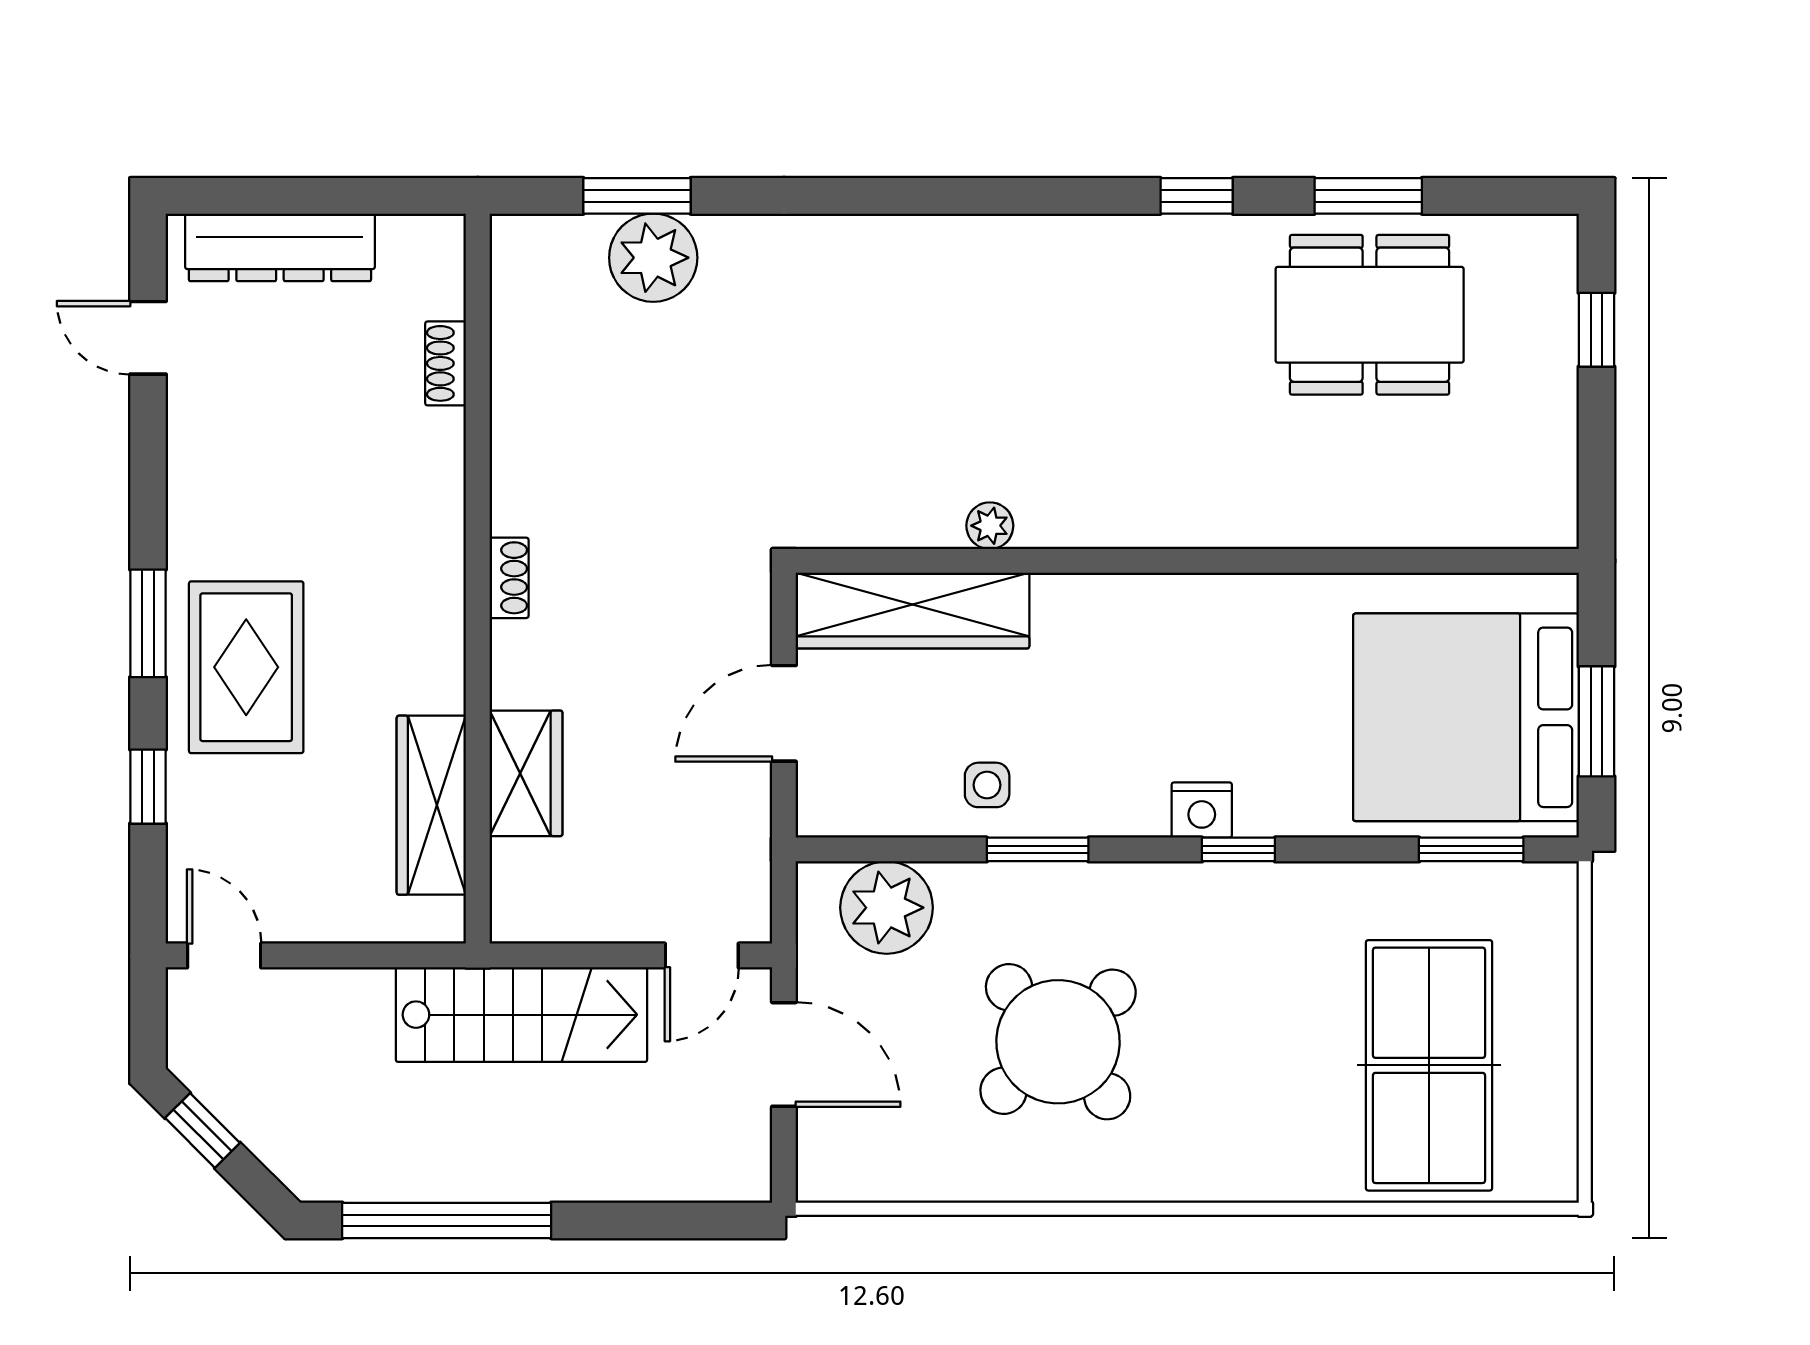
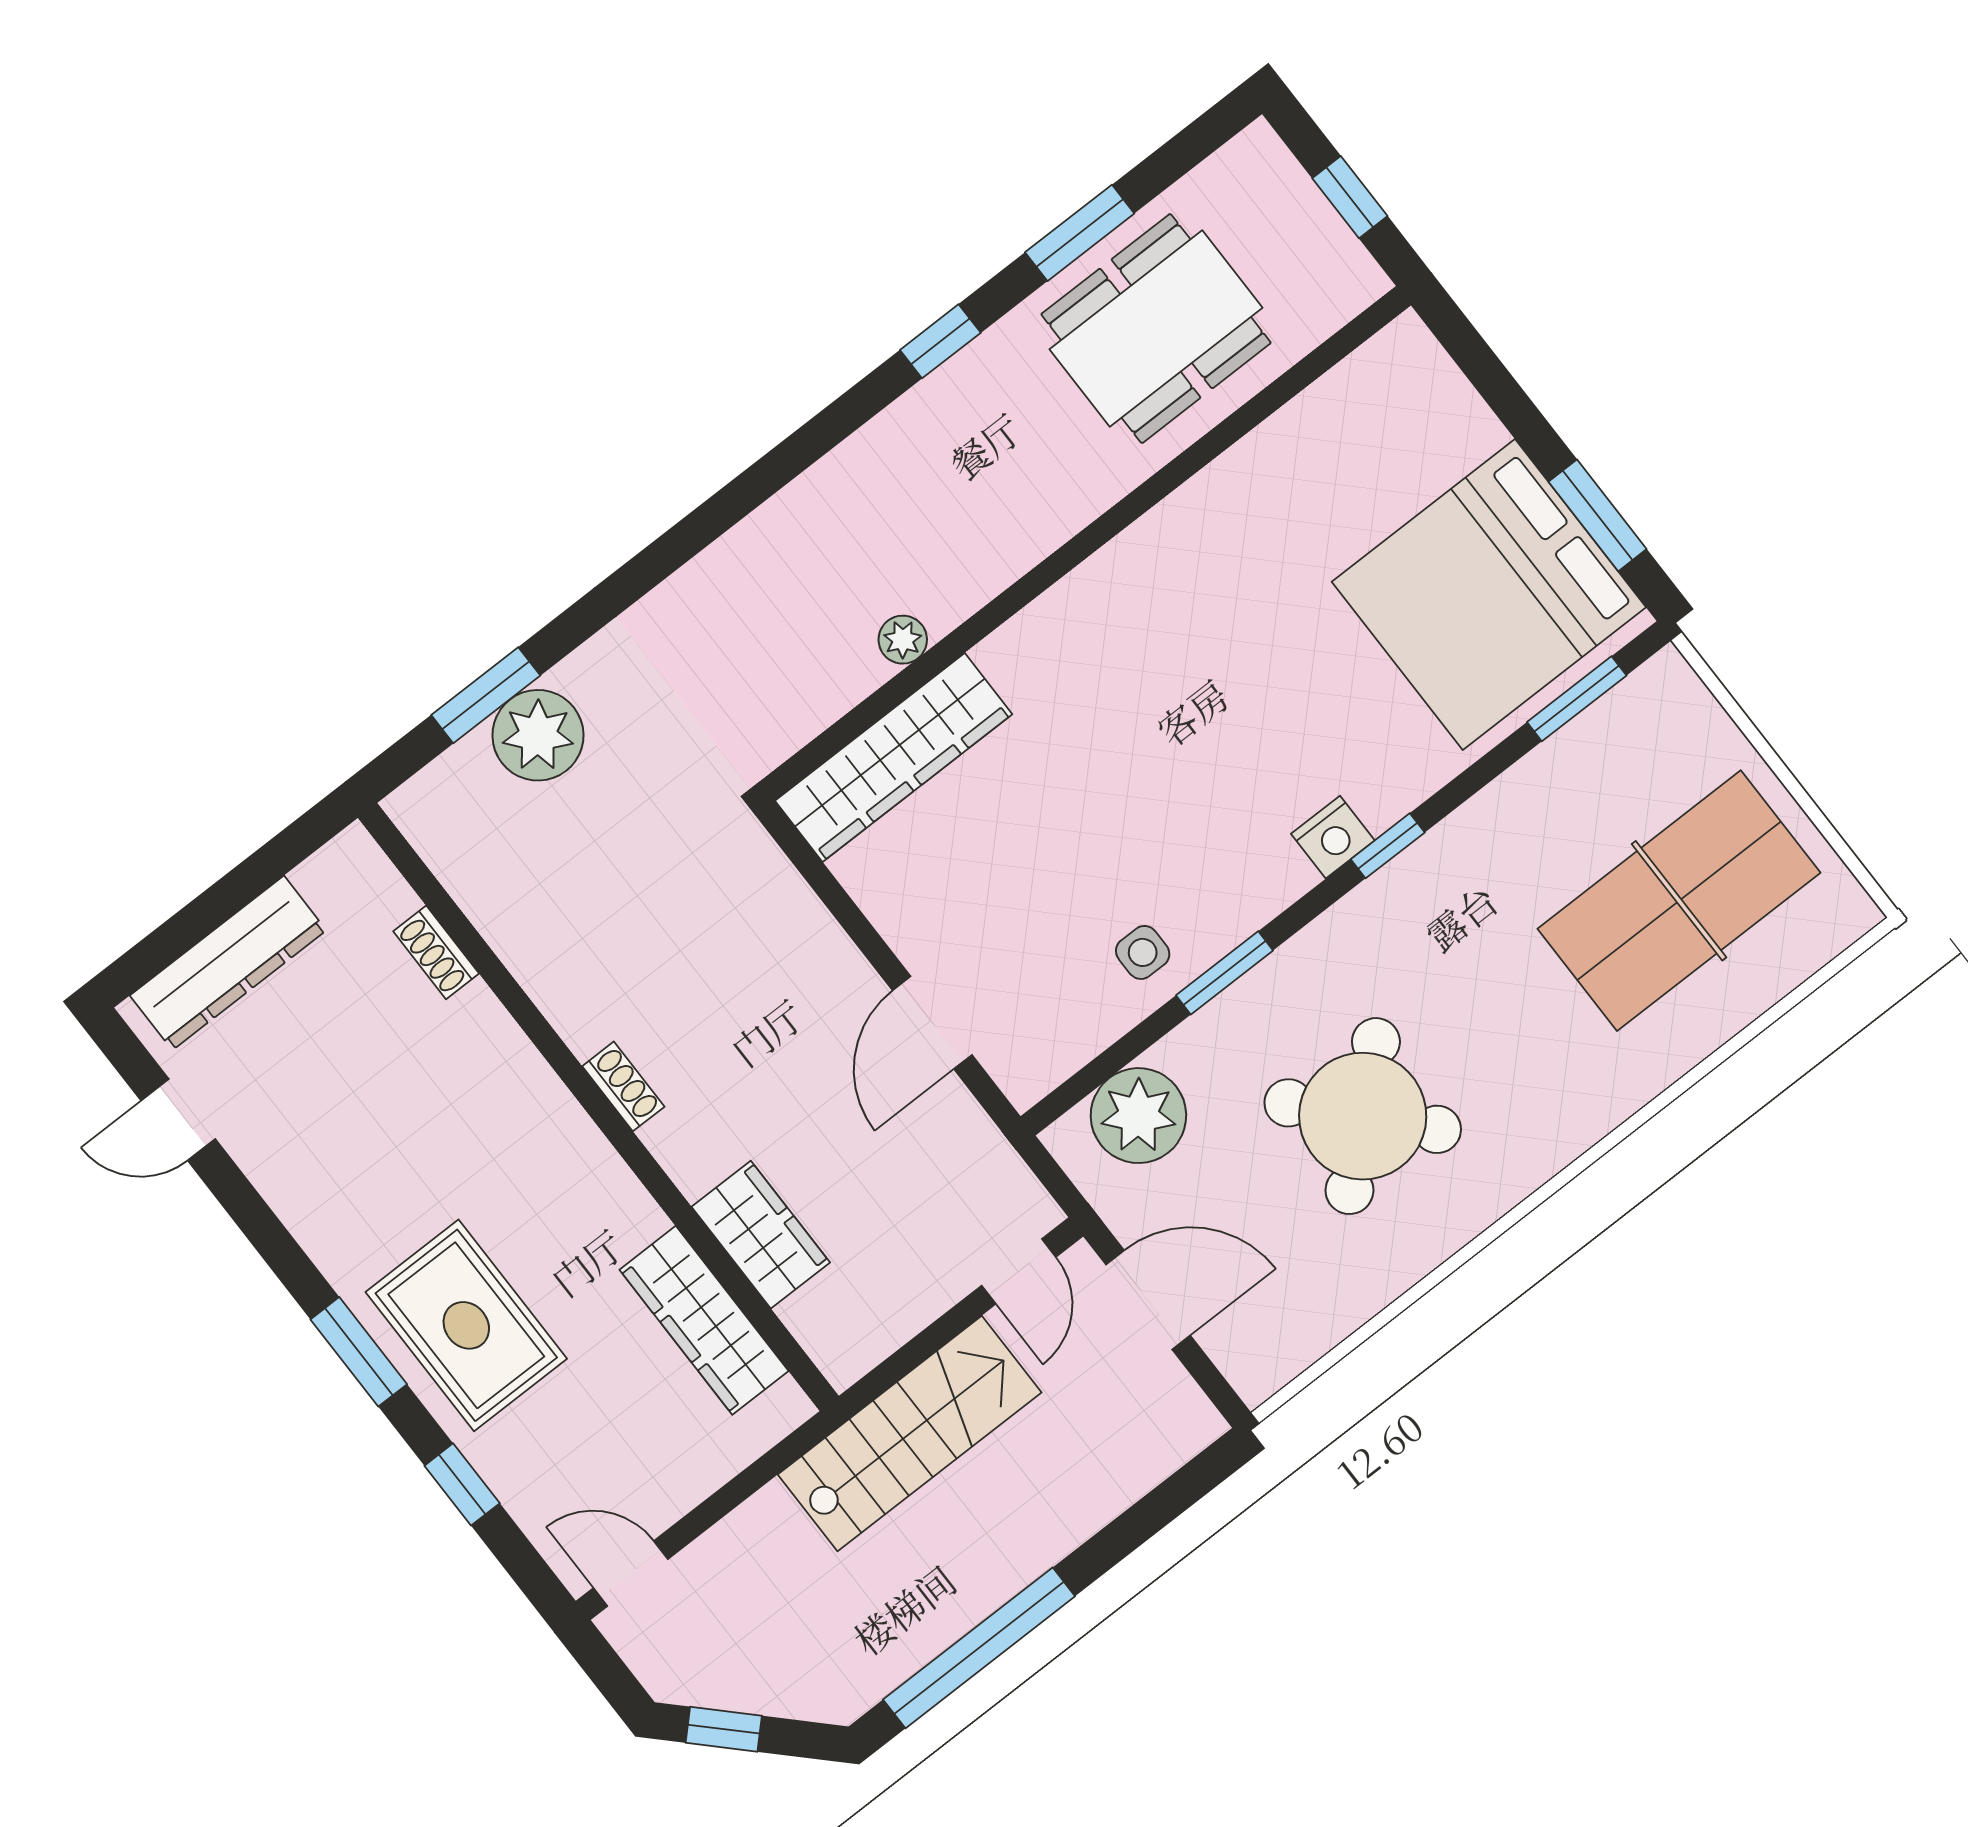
plant: (990, 526) -> (903, 640), moved
wall: (1187, 561) -> (1085, 543), moved
wardrobe: (913, 611) -> (894, 757), moved
table tennis table: (1429, 1065) -> (1679, 901), turned 90

